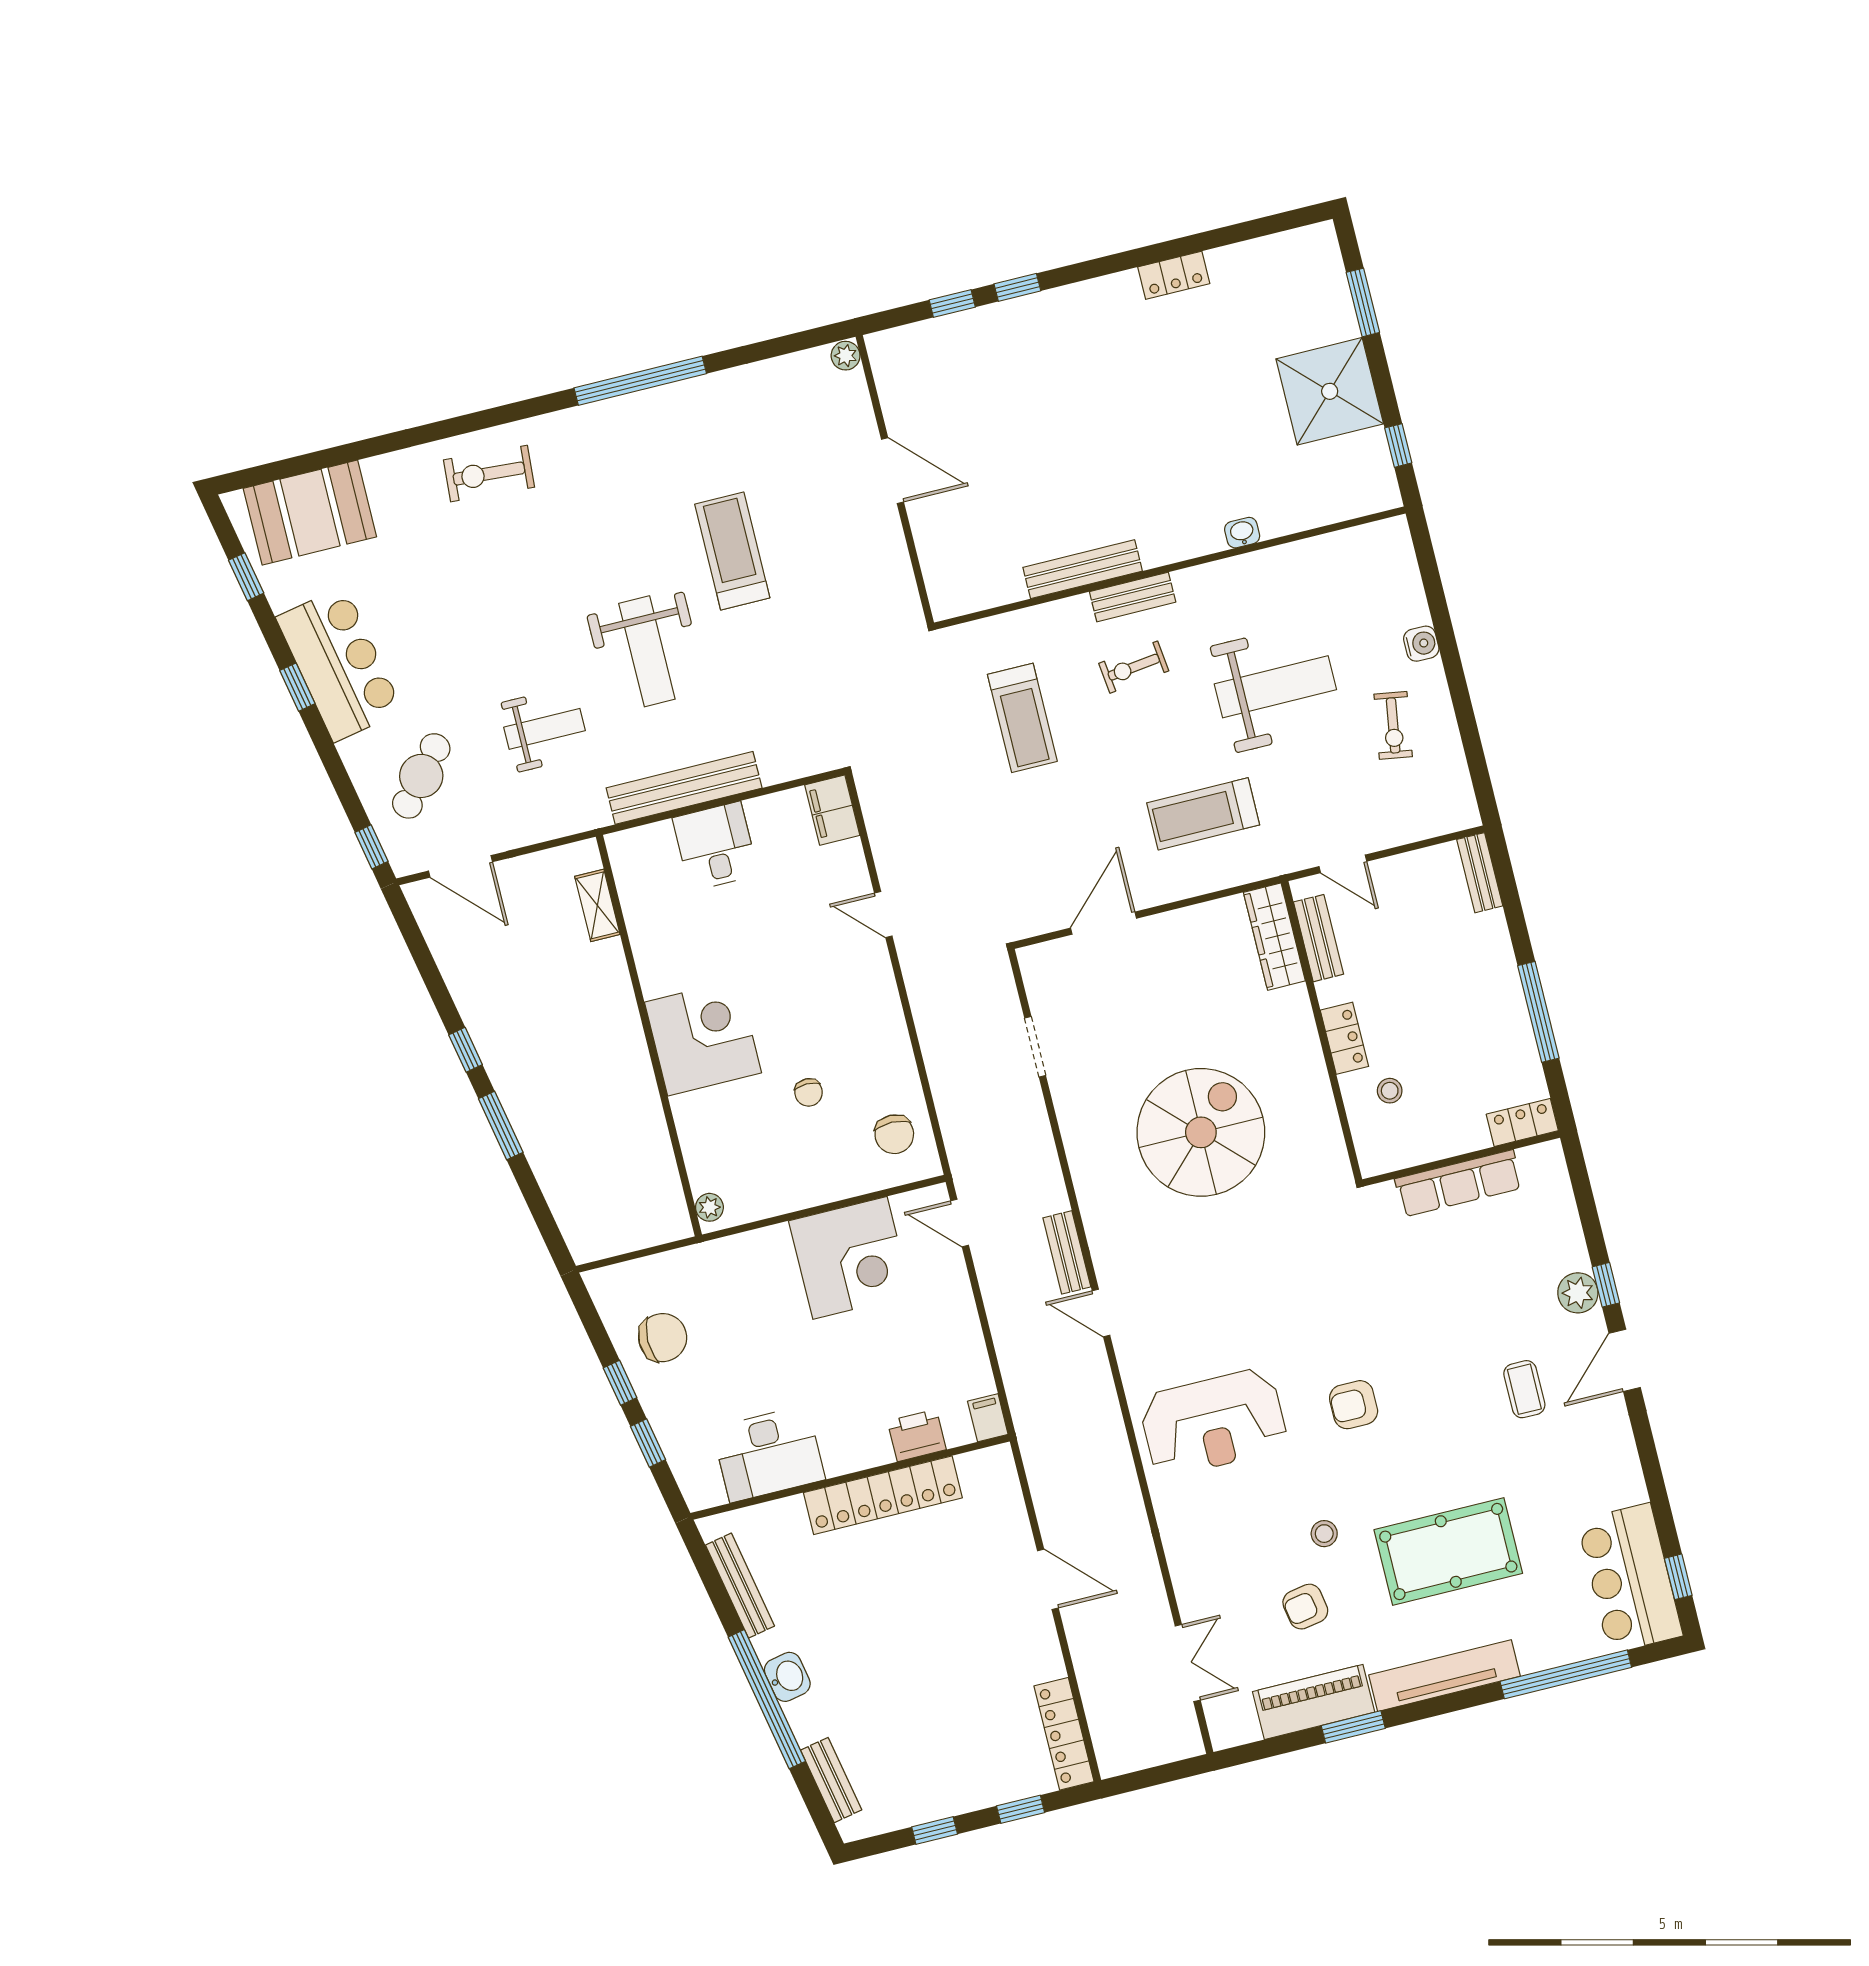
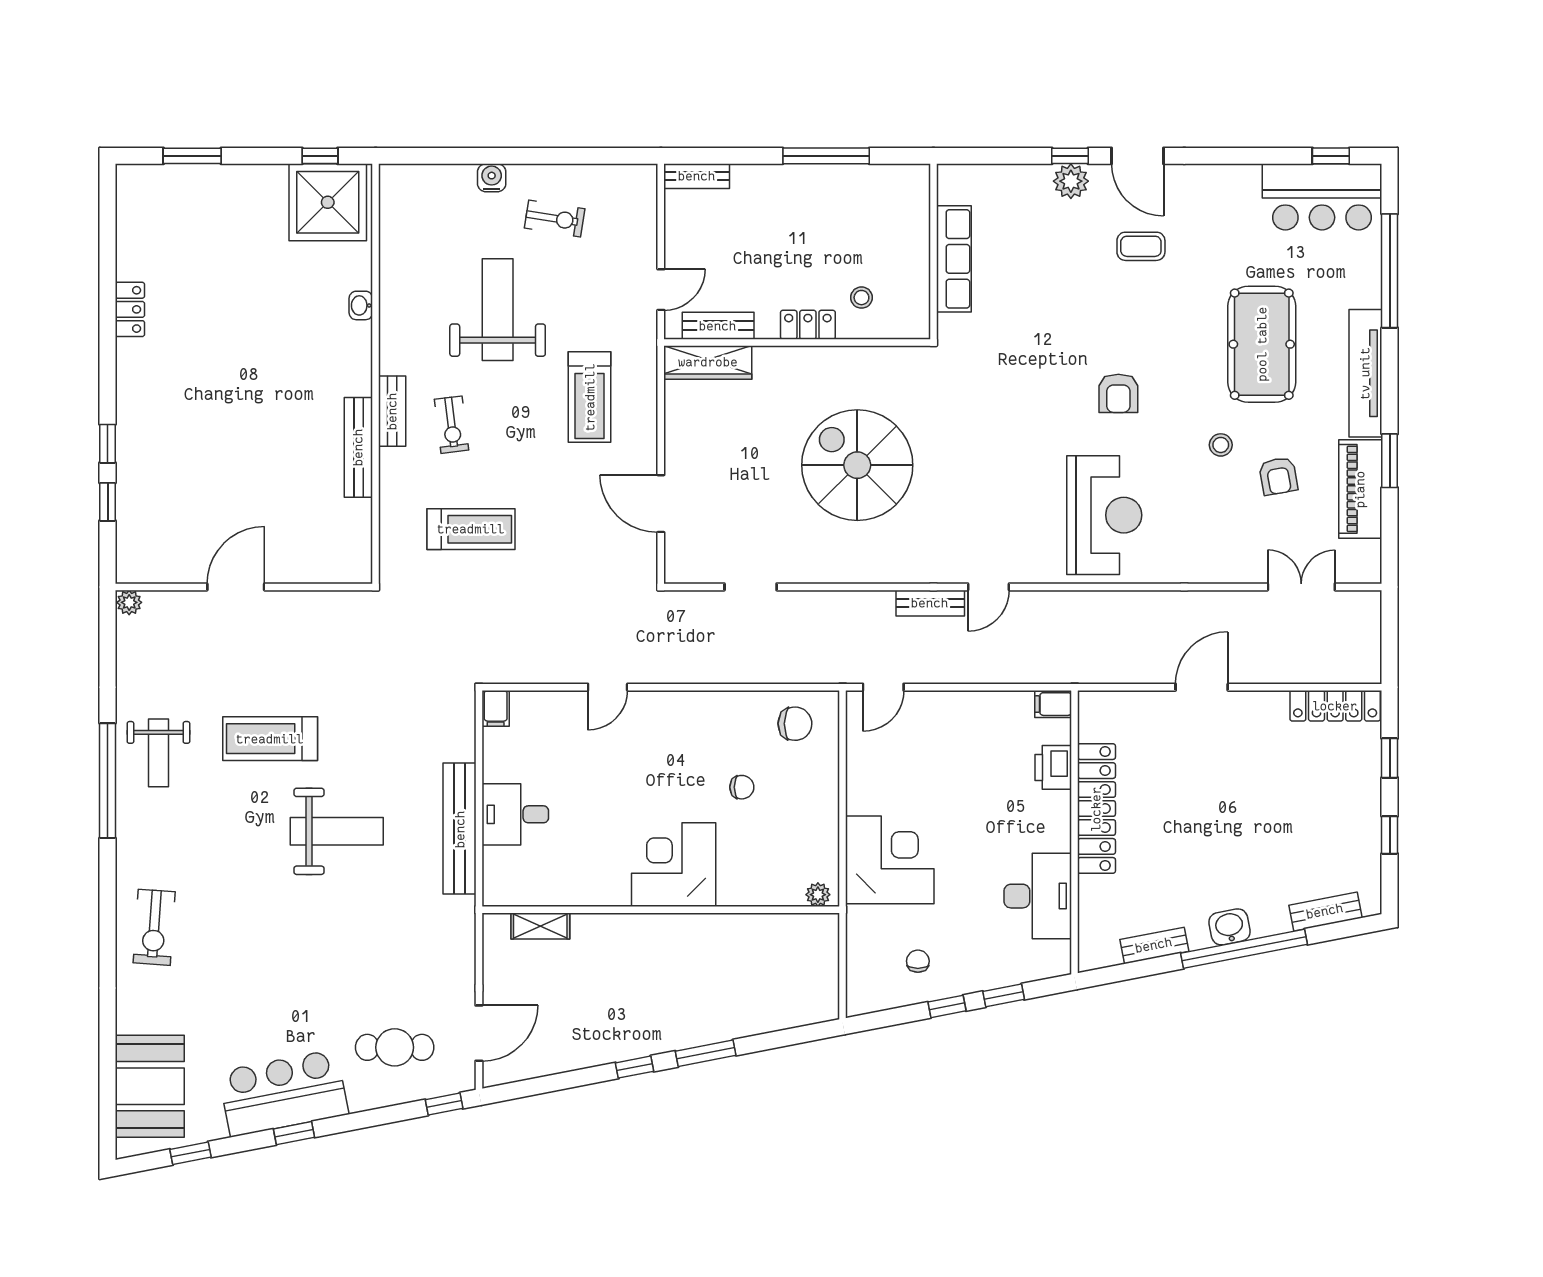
shower: (1330, 391) -> (328, 202), moved
weight bench: (545, 729) -> (158, 753), moved, turned 180
cafe table: (421, 776) -> (395, 1047), turned -40
filing cabinet: (832, 810) -> (496, 708), width x0.50
locker: (1522, 1122) -> (916, 192), removed
corner desk: (850, 1258) -> (890, 860), moved
chair: (663, 1338) -> (918, 961), width x0.54, depth x0.54
bench: (740, 1586) -> (1154, 945), width x0.73

